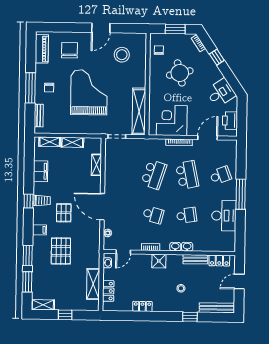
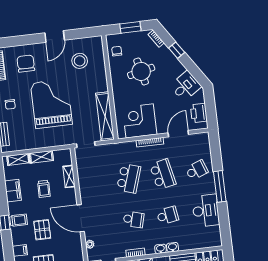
trolley: (71, 174) -> (44, 189), added

